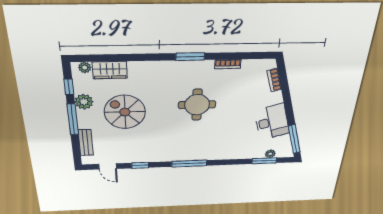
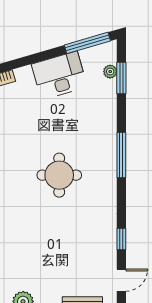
round table: (197, 105) -> (59, 175), moved
spiral stairs: (125, 112) -> (39, 255), removed
window: (189, 163) -> (121, 155), moved

